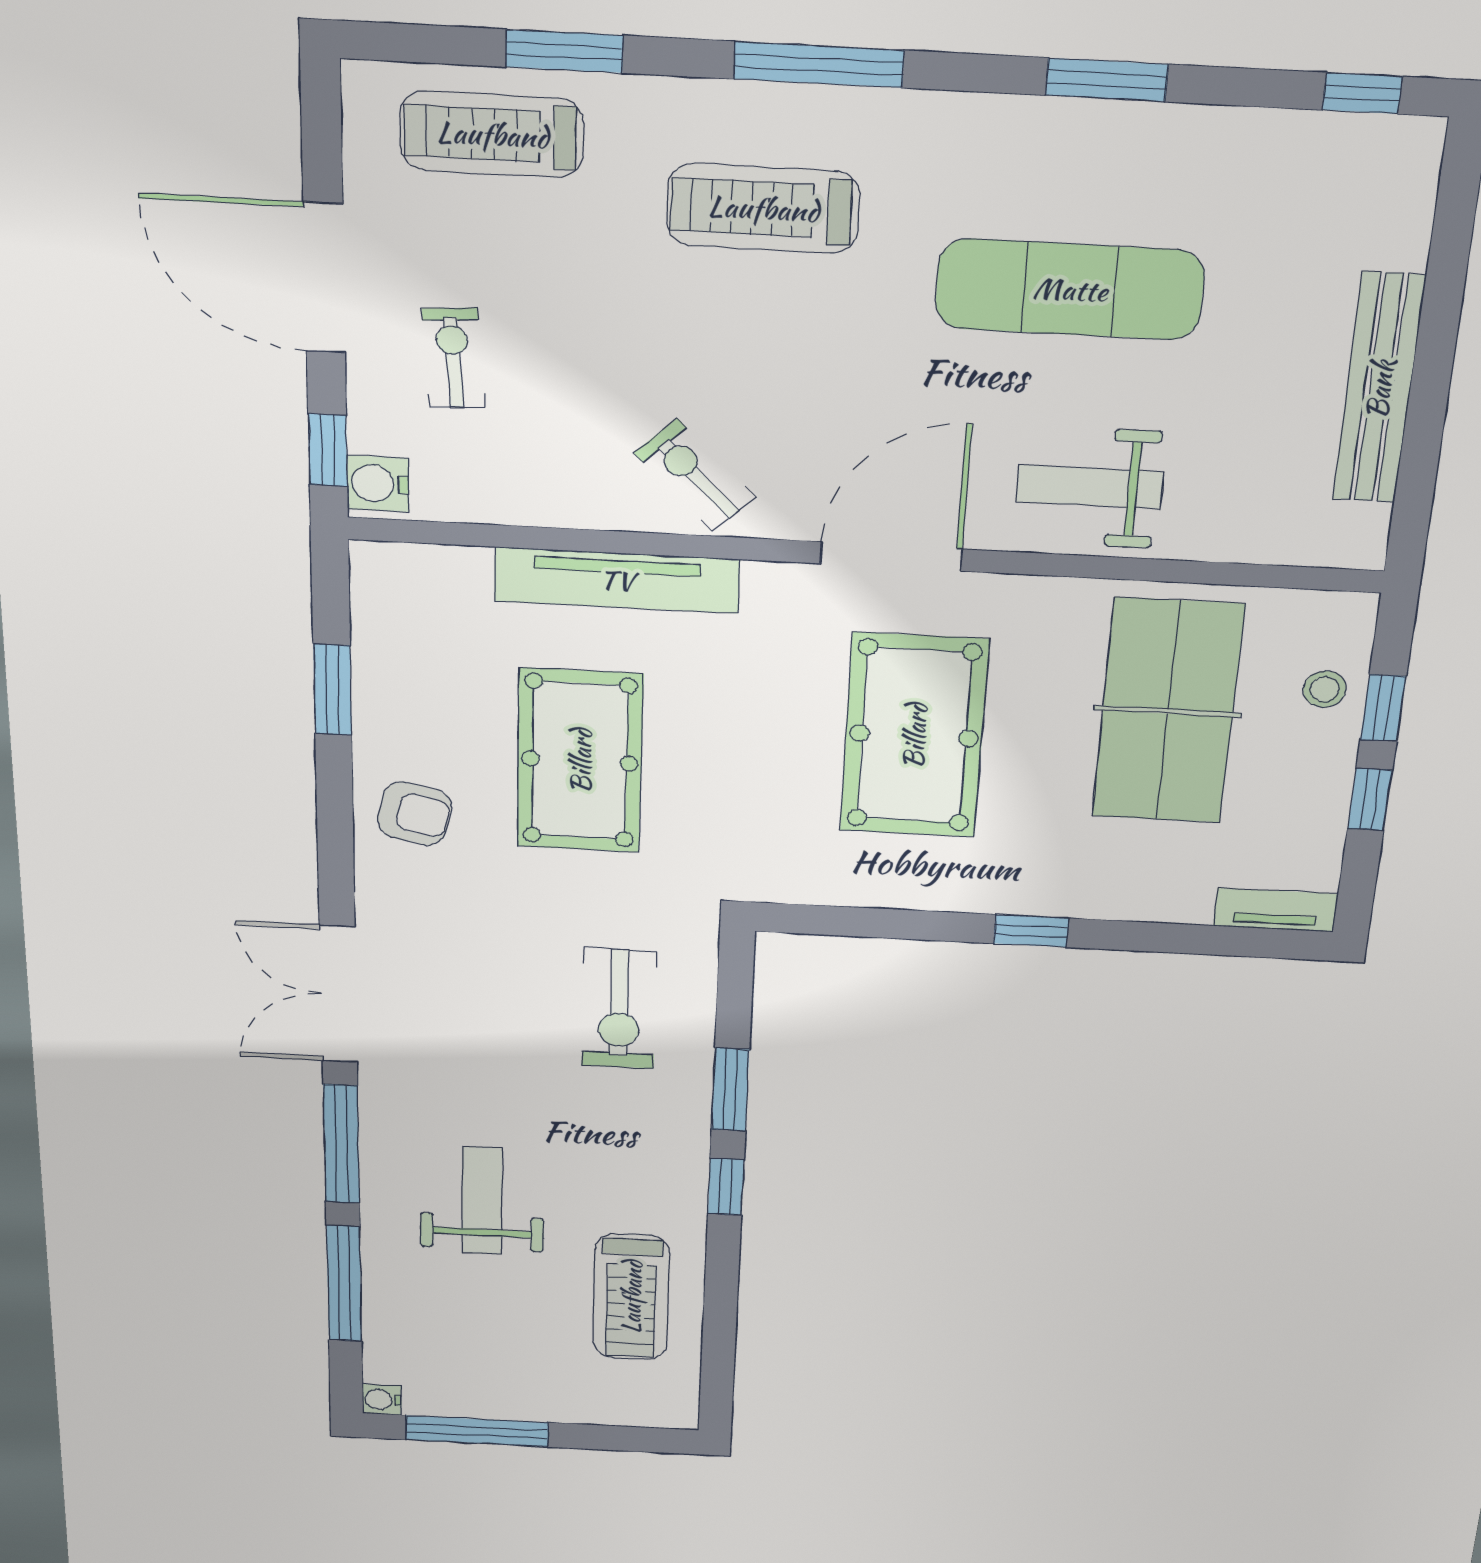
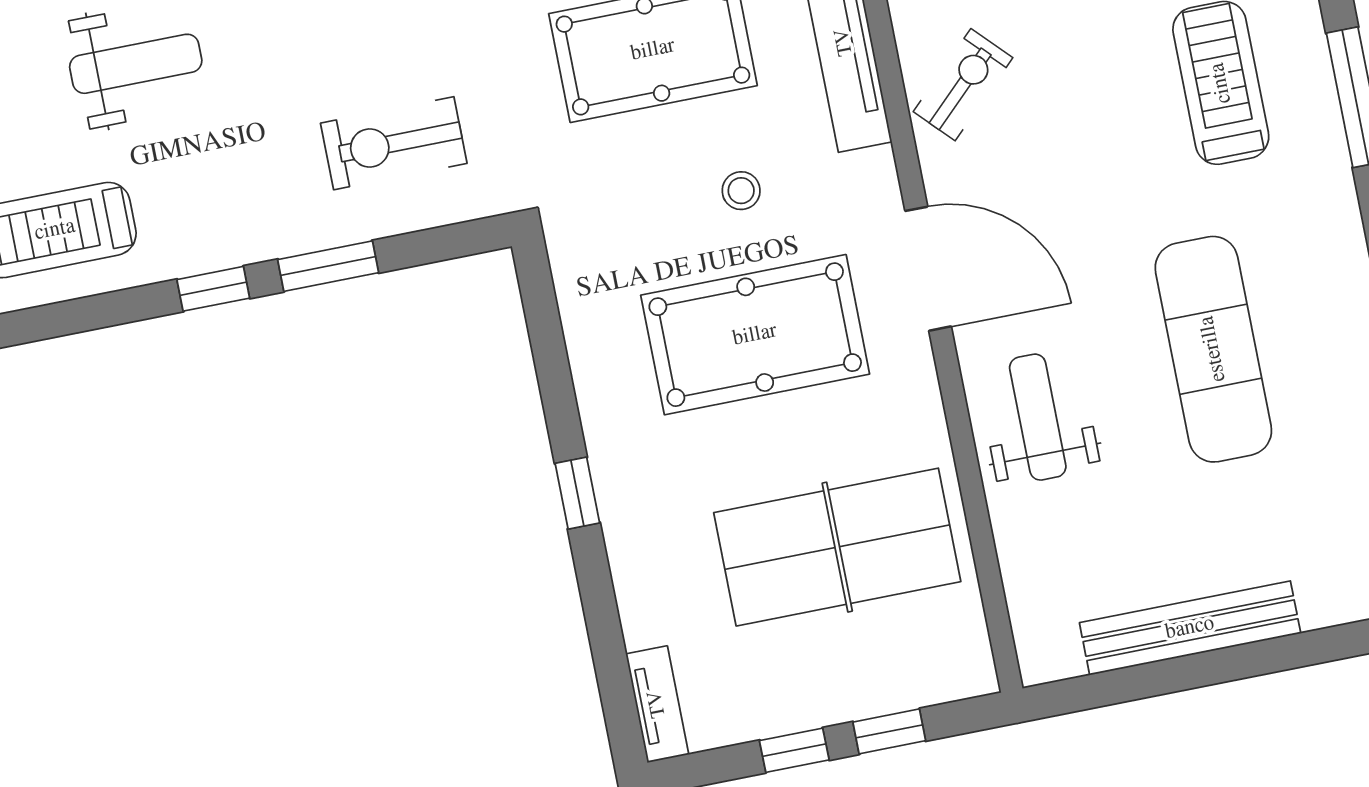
stool: (1325, 689) -> (741, 191), moved

